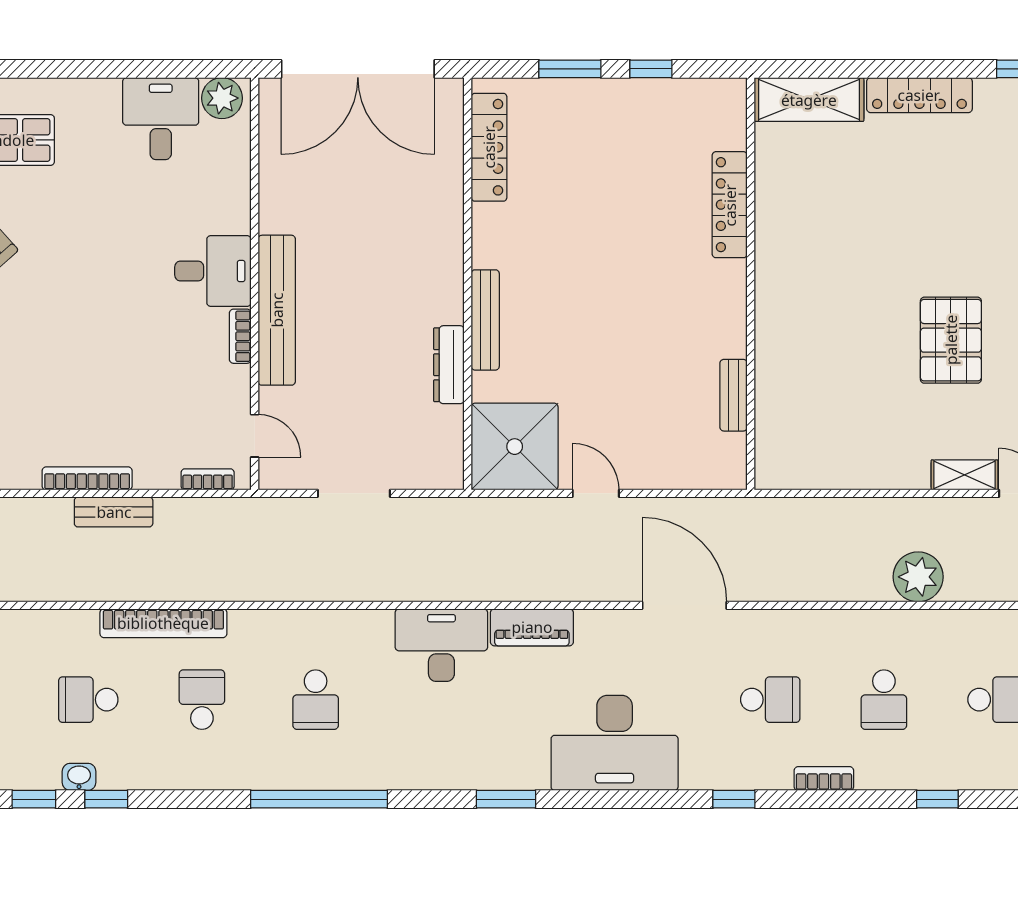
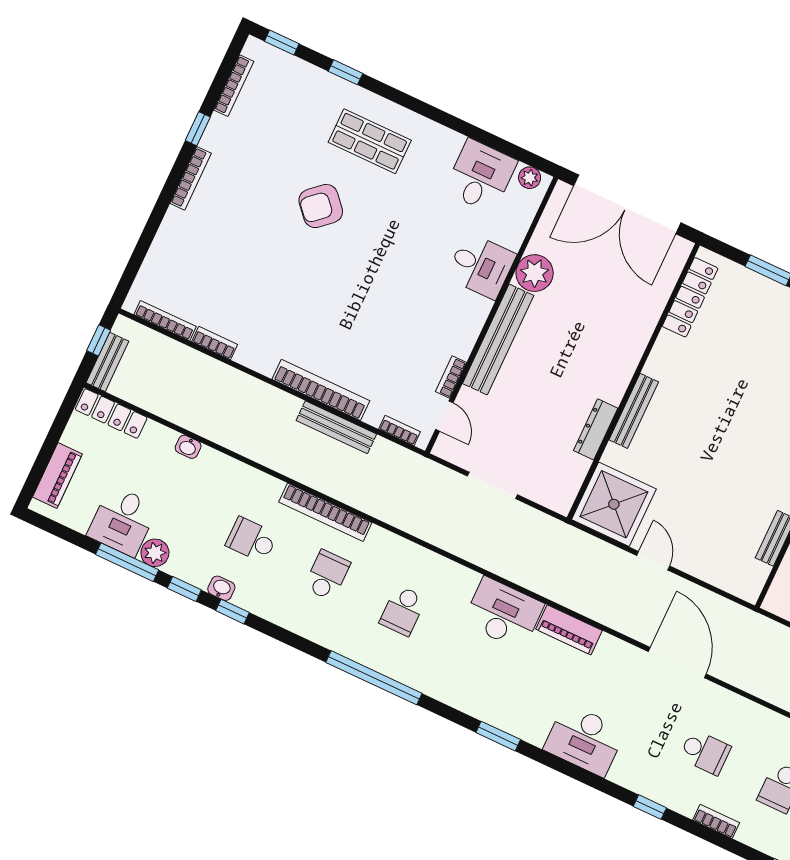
plant: (222, 98) -> (530, 178), width x0.73, depth x0.73
plant: (283, 207) -> (535, 273), added
desk: (213, 271) -> (481, 266), moved
bookcase: (240, 336) -> (451, 377), moved
bookcase: (87, 478) -> (321, 390), width x1.48, depth x1.31
bench: (114, 512) -> (336, 427), width x1.36
desk: (615, 743) -> (585, 740), width x0.73, depth x0.77

